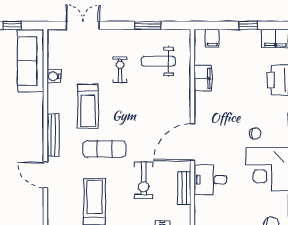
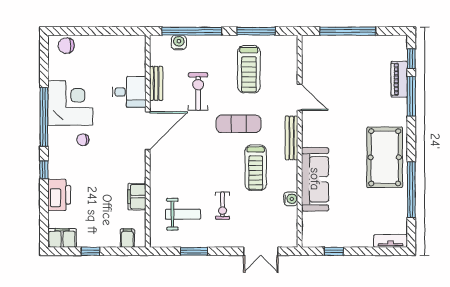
sofa: (30, 61) -> (315, 179), moved
treadmill: (88, 106) -> (256, 168), turned 180

